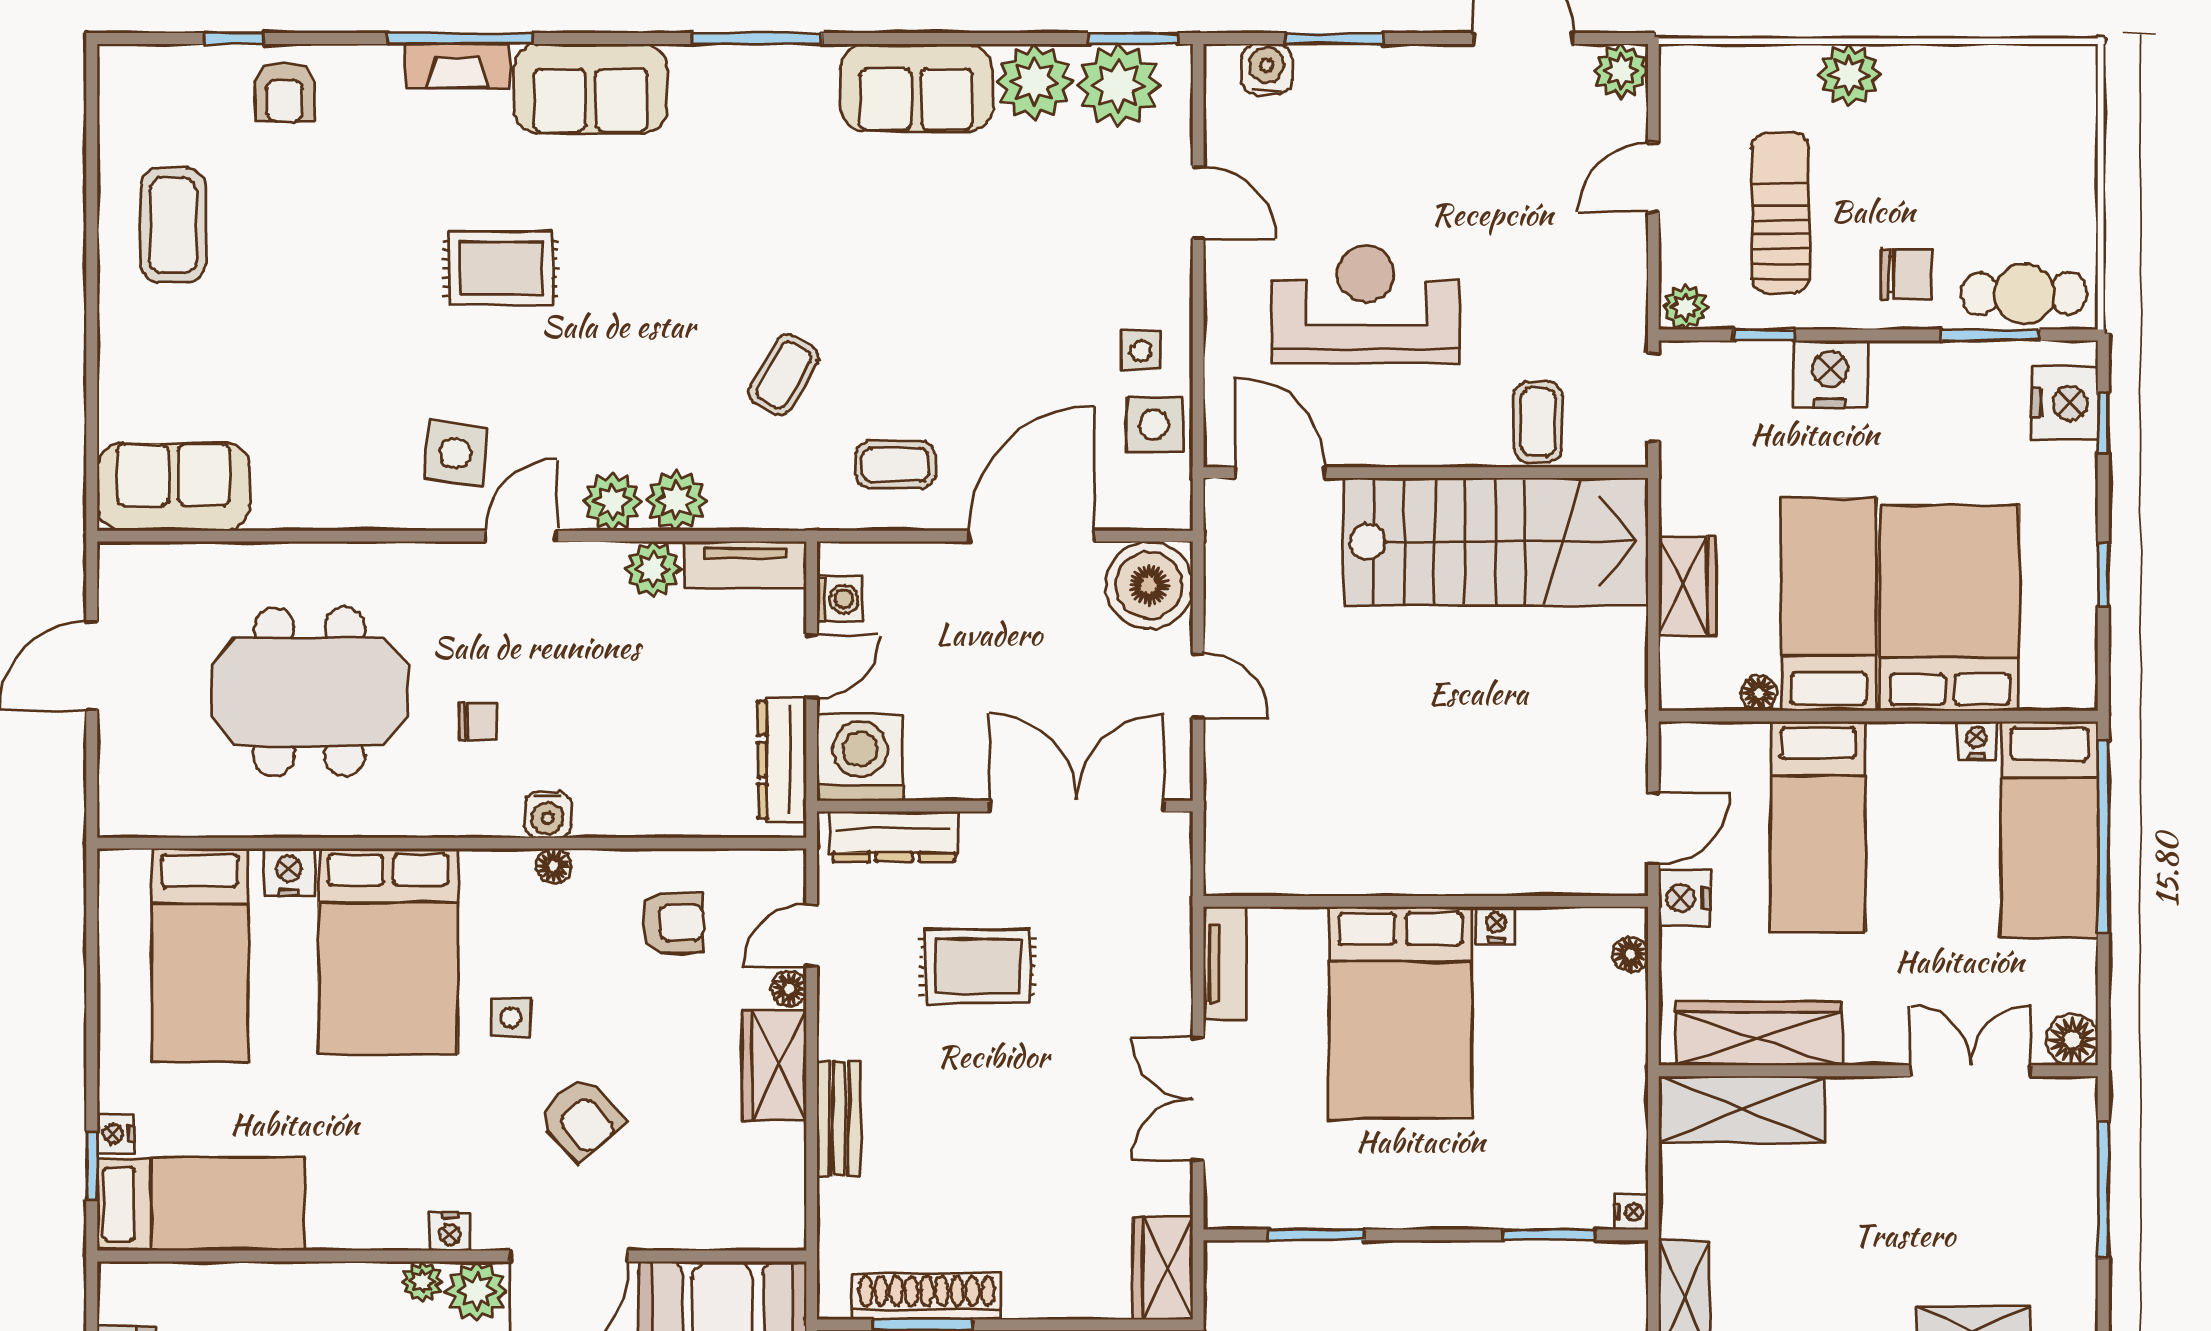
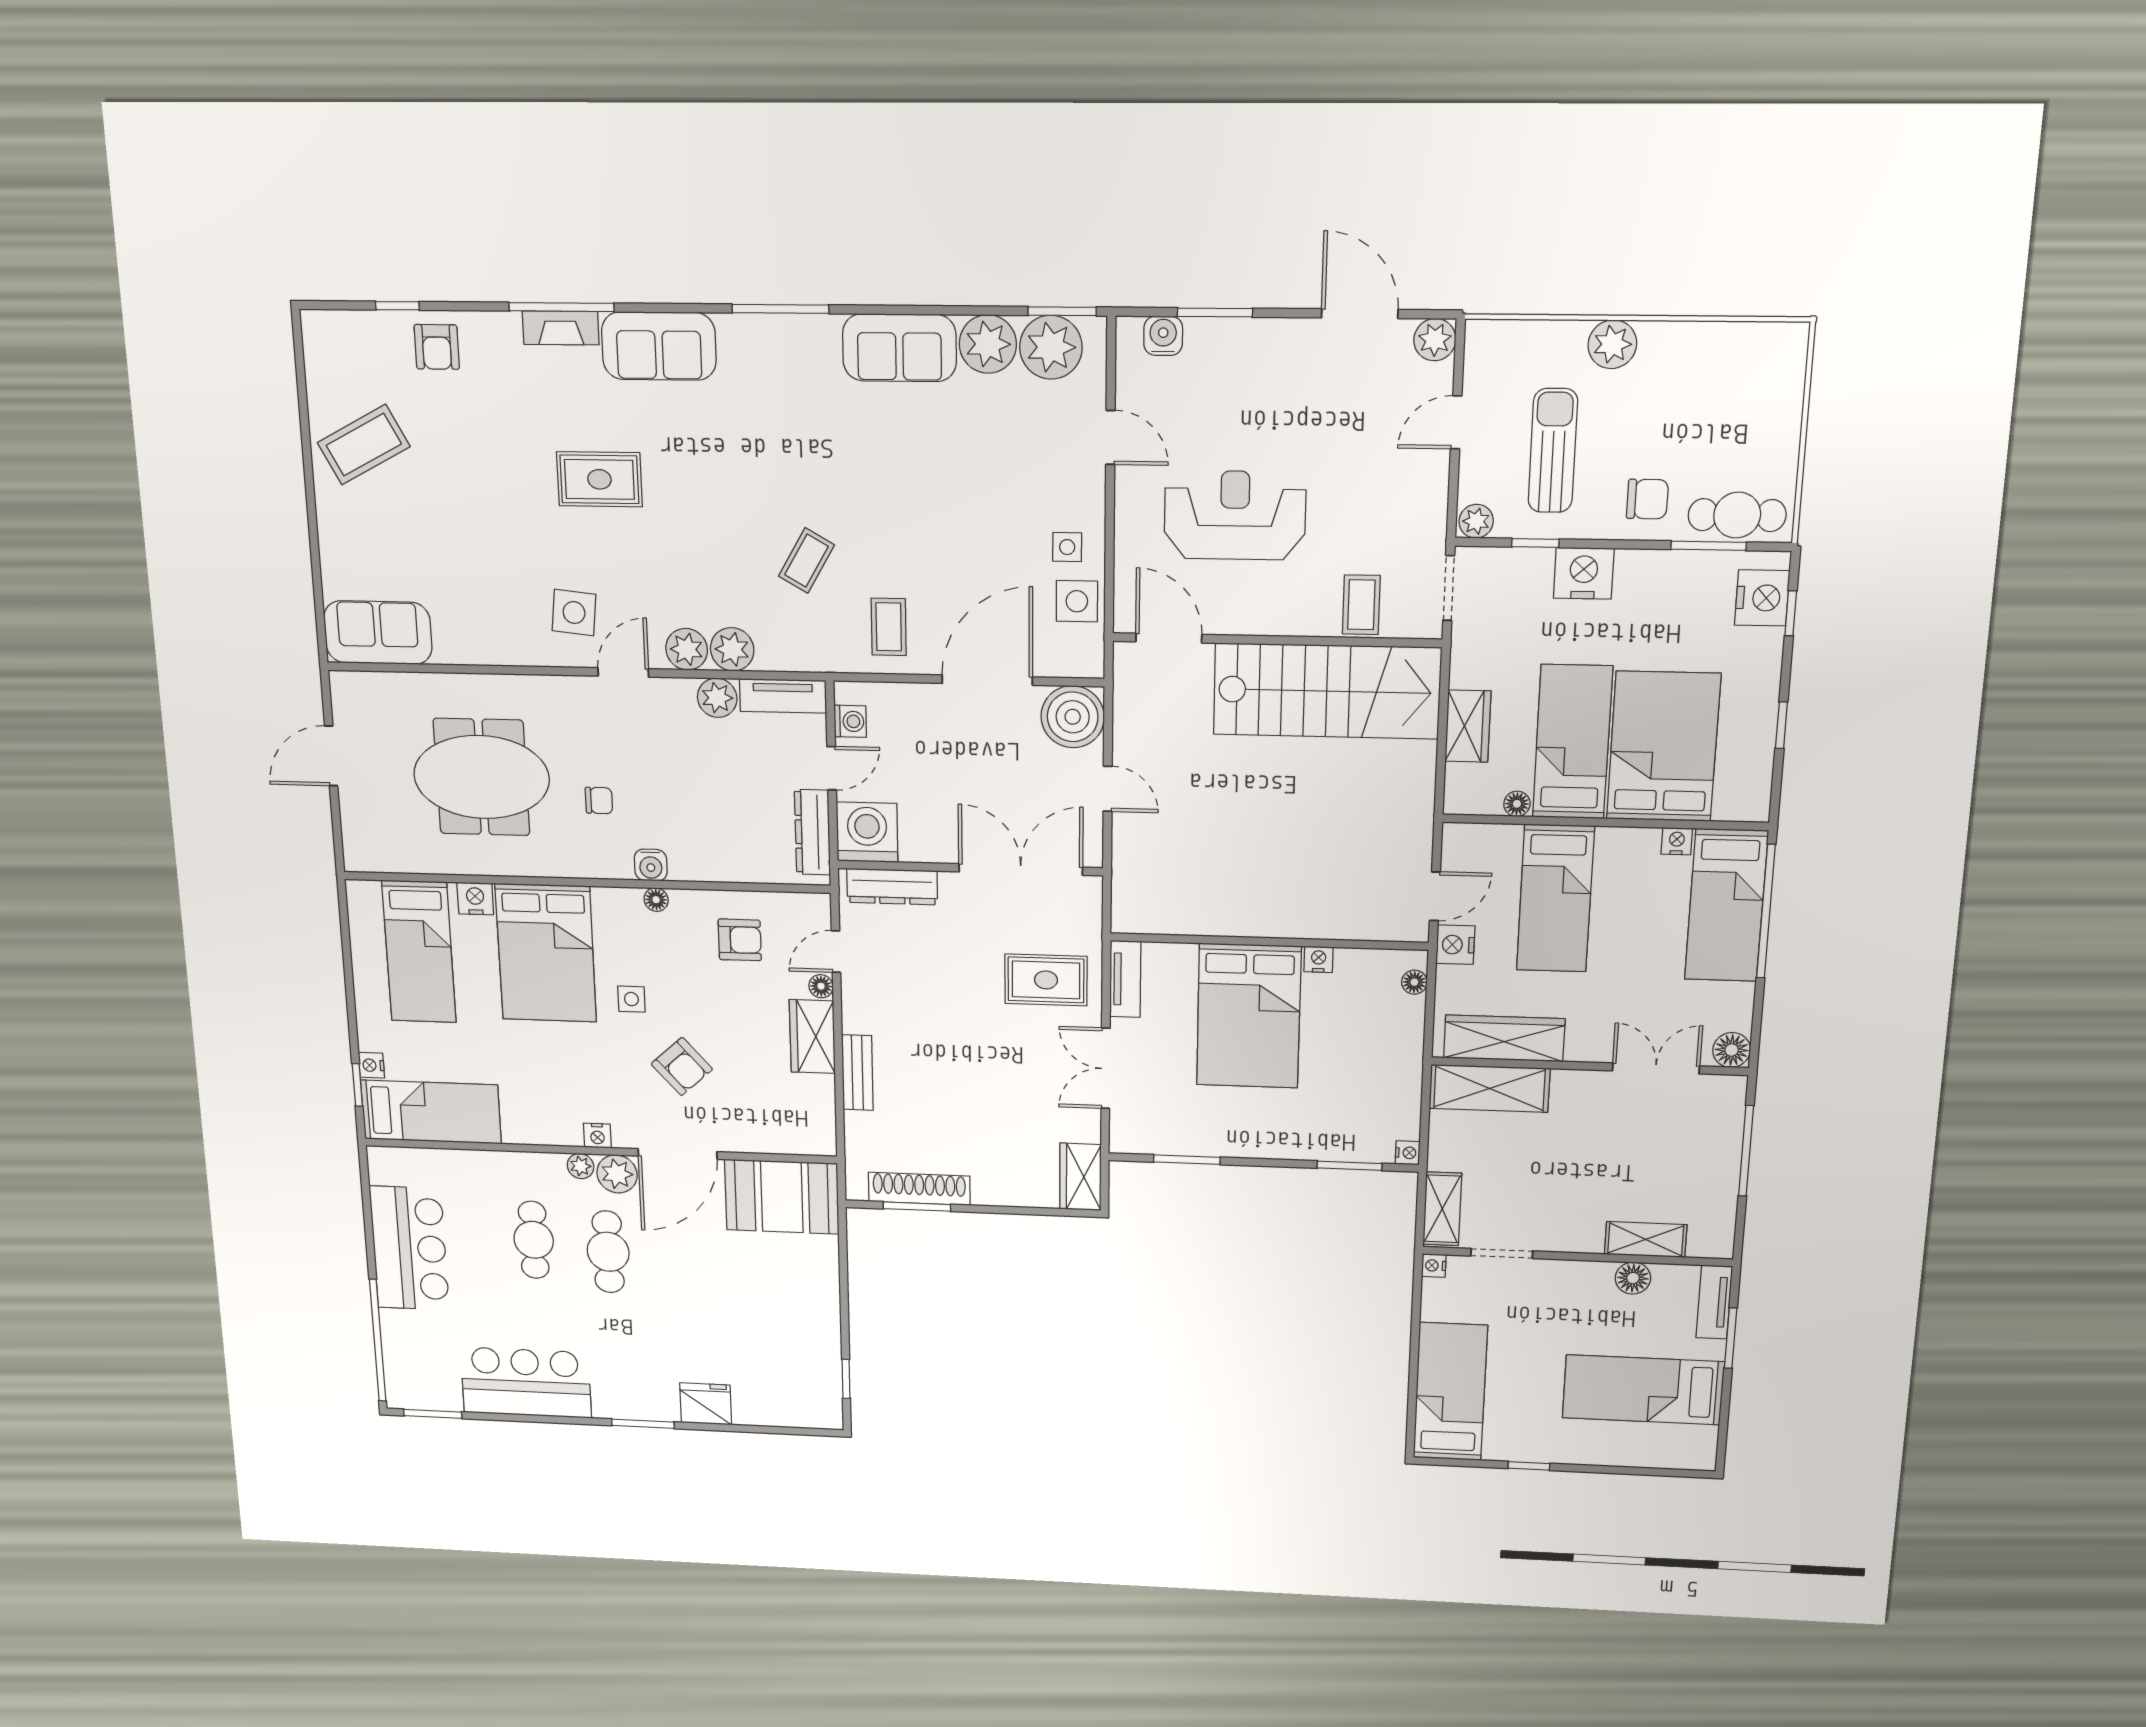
coffee table: (173, 225) -> (364, 445), turned 62
coffee table: (895, 465) -> (889, 627), turned 90
rug: (977, 966) -> (1046, 980), moved

